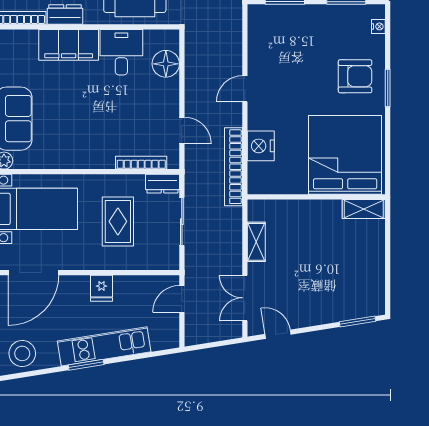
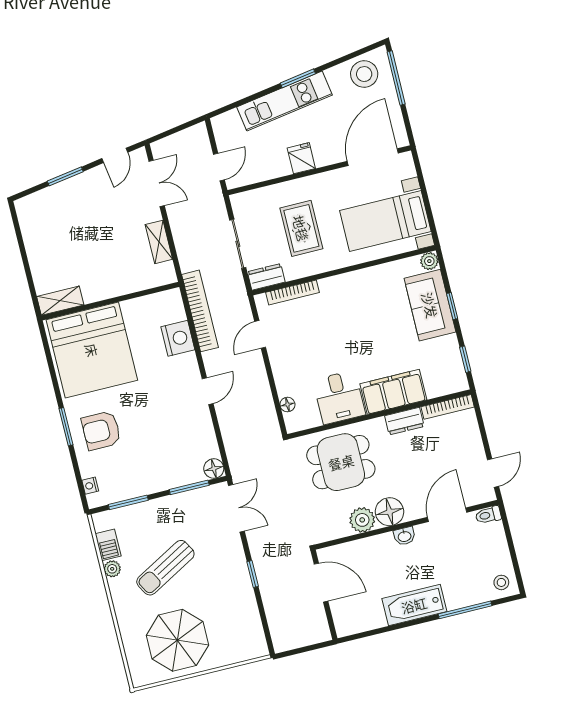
floor lamp: (257, 14) -> (214, 469), added
floor lamp: (166, 64) -> (287, 404), width x0.53, depth x0.53
door: (182, 130) -> (260, 334), hinge flipped
window: (358, 322) -> (65, 176), moved
door: (278, 334) -> (115, 155), hinge flipped

